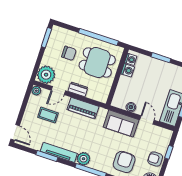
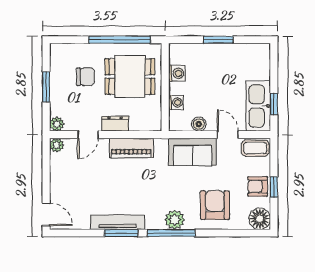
window: (46, 38) -> (46, 87), moved
washing machine: (131, 59) -> (176, 103), moved
plant: (46, 75) -> (57, 124), width x0.53, depth x0.53
coffee table: (48, 115) -> (255, 148), moved
window: (169, 152) -> (274, 187), moved
window: (47, 156) -> (121, 233), moved
plant: (83, 159) -> (175, 220), moved

